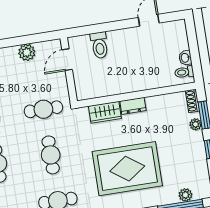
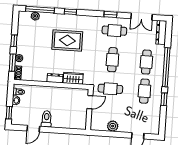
window: (192, 36) -> (9, 113), added
toilet: (99, 45) -> (47, 119), moved
door: (67, 60) -> (90, 102), moved
rug: (127, 169) -> (67, 40), width x0.73, depth x0.69

